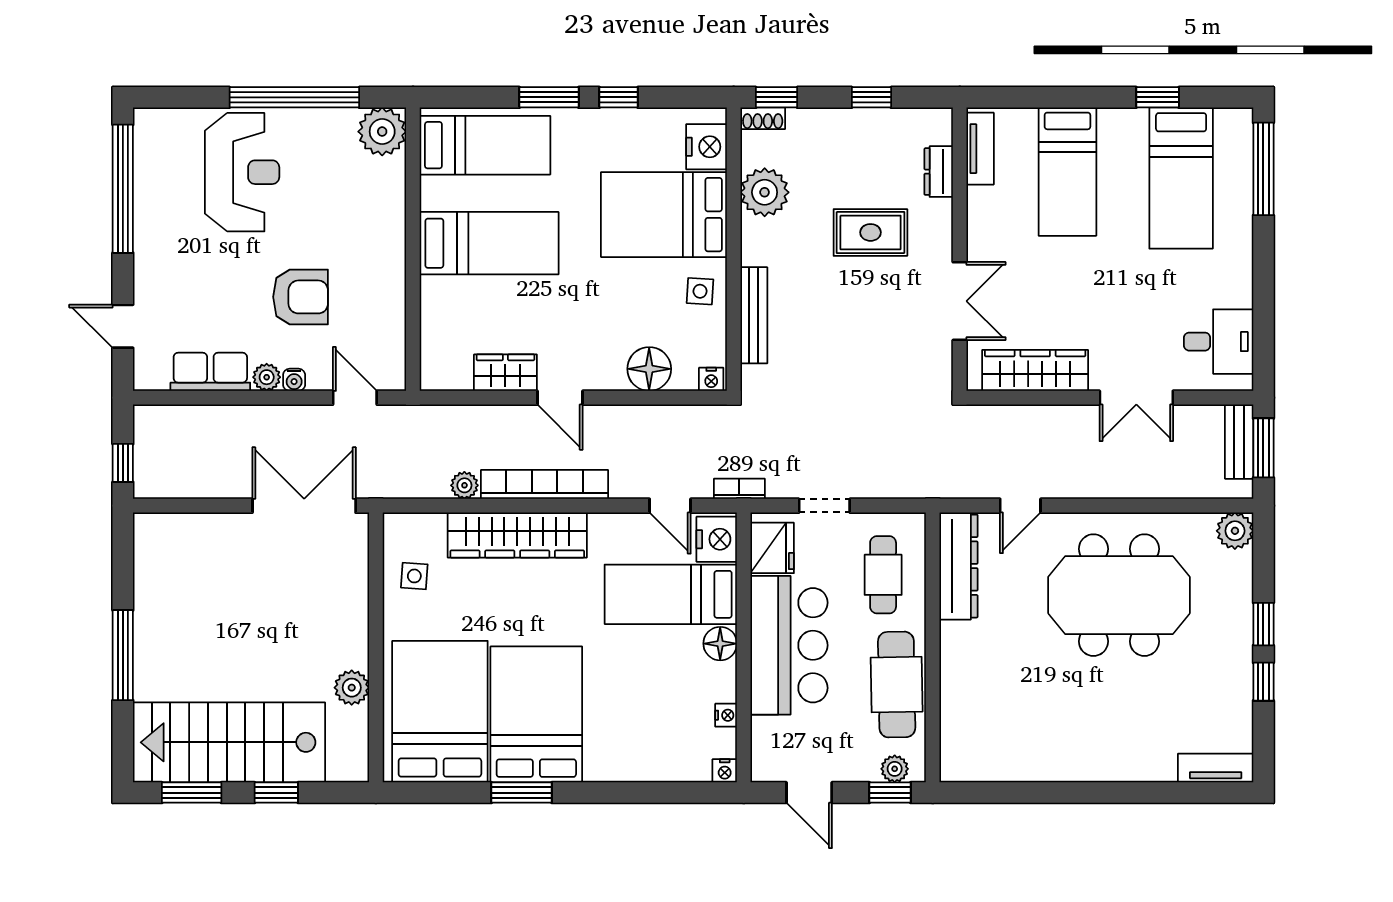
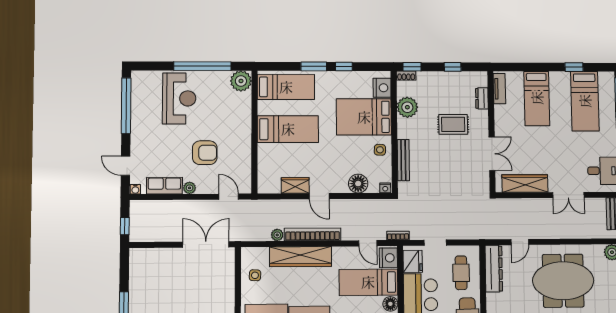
water cooler: (294, 380) -> (135, 189), moved

